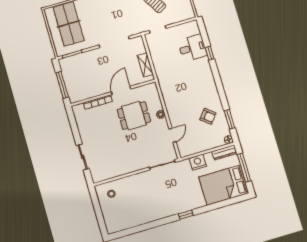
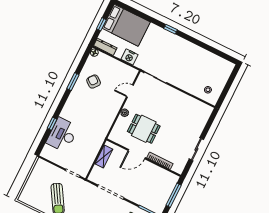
desk: (192, 48) -> (62, 135), width x1.37
window: (229, 119) -> (73, 82), moved
sliding door: (83, 157) -> (196, 149), moved
window: (244, 168) -> (101, 24), width x0.46

